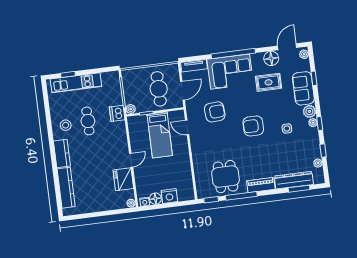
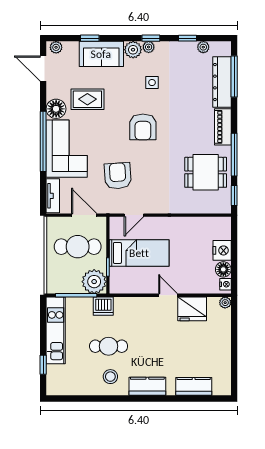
floor lamp: (271, 58) -> (56, 109), moved
rug: (269, 82) -> (87, 99), turned 90
kitchen unit: (76, 83) -> (56, 330), moved
plant: (131, 109) -> (94, 282), width x1.88, depth x1.88
kitchen counter: (66, 188) -> (194, 386), width x0.67
window: (299, 189) -> (234, 77), width x1.44

